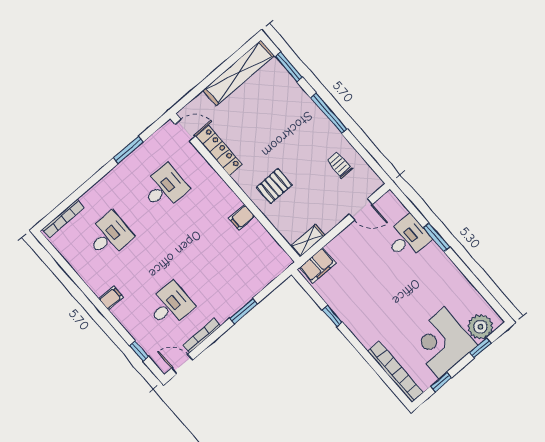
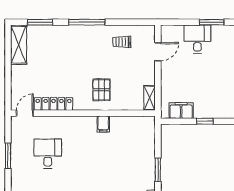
shelving: (239, 73) -> (19, 45), width x0.68
filing cabinet: (317, 265) -> (181, 111), moved, turned -90

